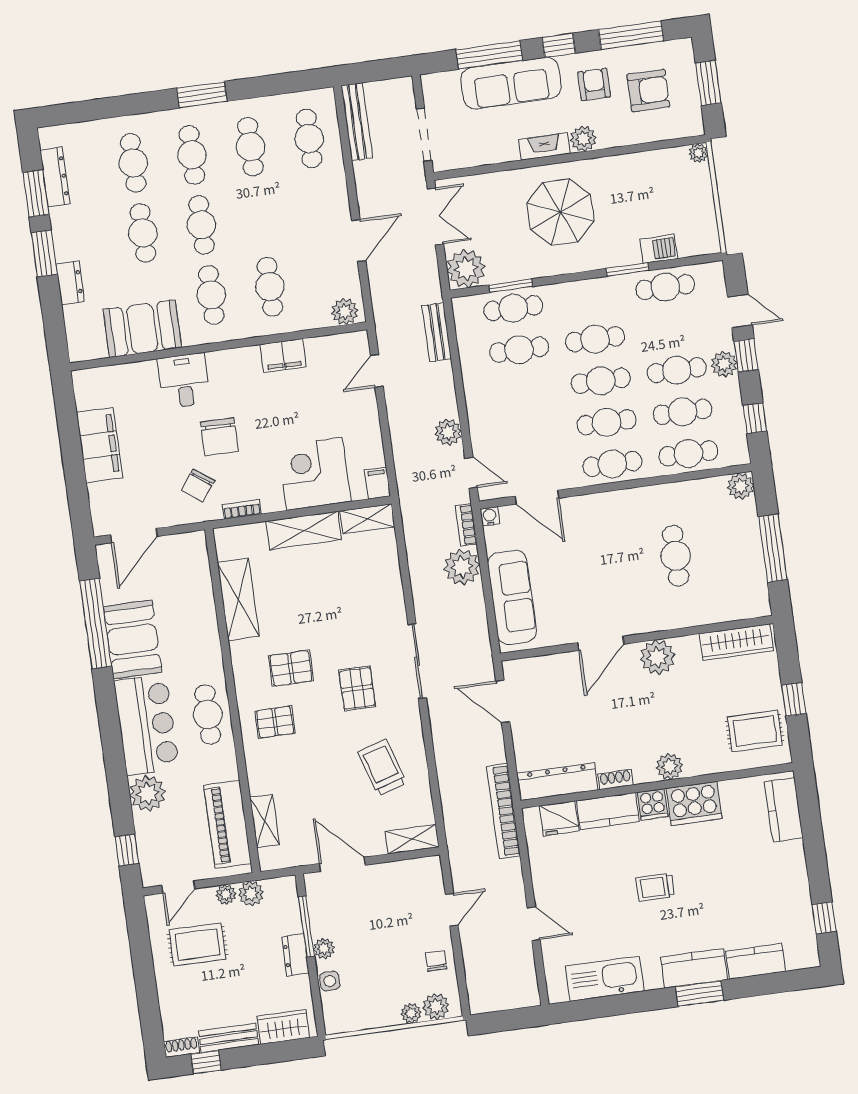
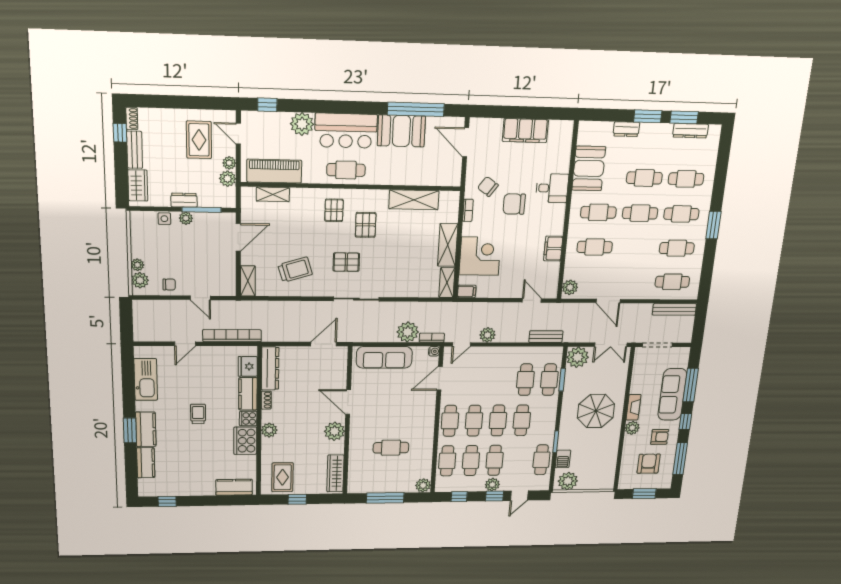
armchair: (648, 91) -> (649, 464), turned 180
plant: (698, 153) -> (568, 481), moved, width x1.87, depth x1.87
bookcase: (503, 811) -> (232, 336), moved

